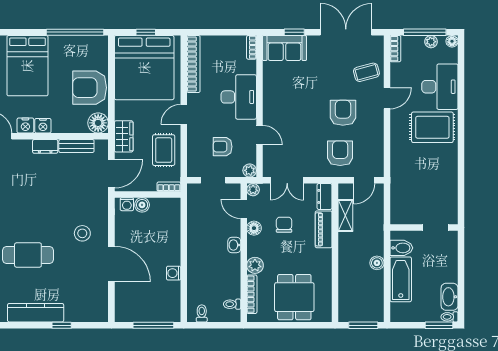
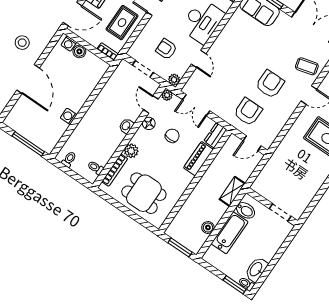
shelving: (345, 216) -> (232, 191), moved
boiler: (377, 263) -> (208, 228), moved
dining table: (294, 297) -> (144, 193), turned 90

